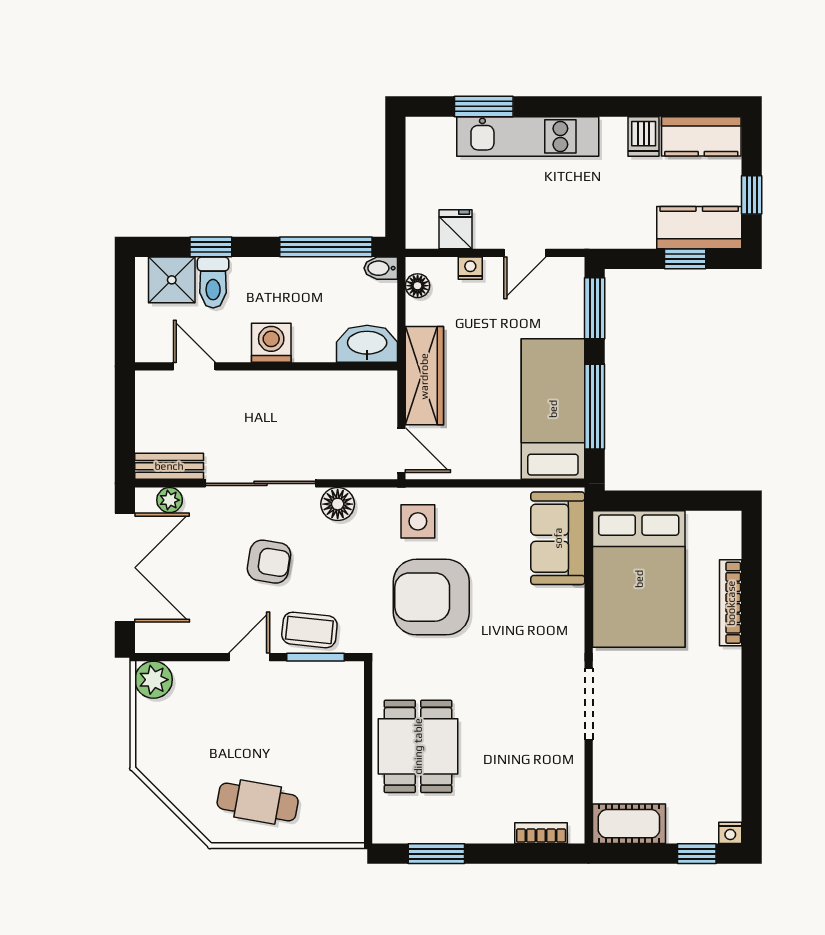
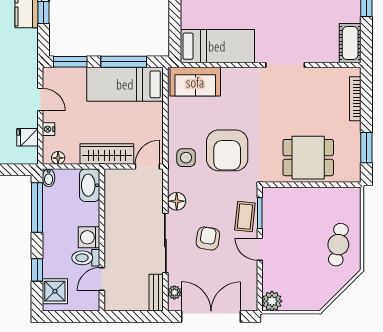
toilet: (213, 282) -> (86, 258), moved, turned 180
bed: (639, 579) -> (217, 46), width x0.67
bookcase: (541, 833) -> (355, 99), width x1.56

